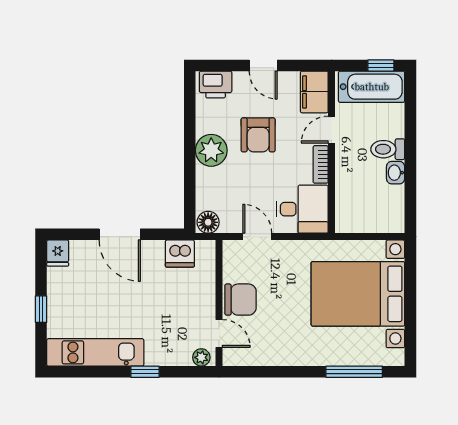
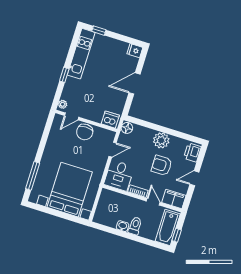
dishwasher: (180, 254) -> (110, 120), moved, turned 90
window: (41, 309) -> (99, 31), moved

